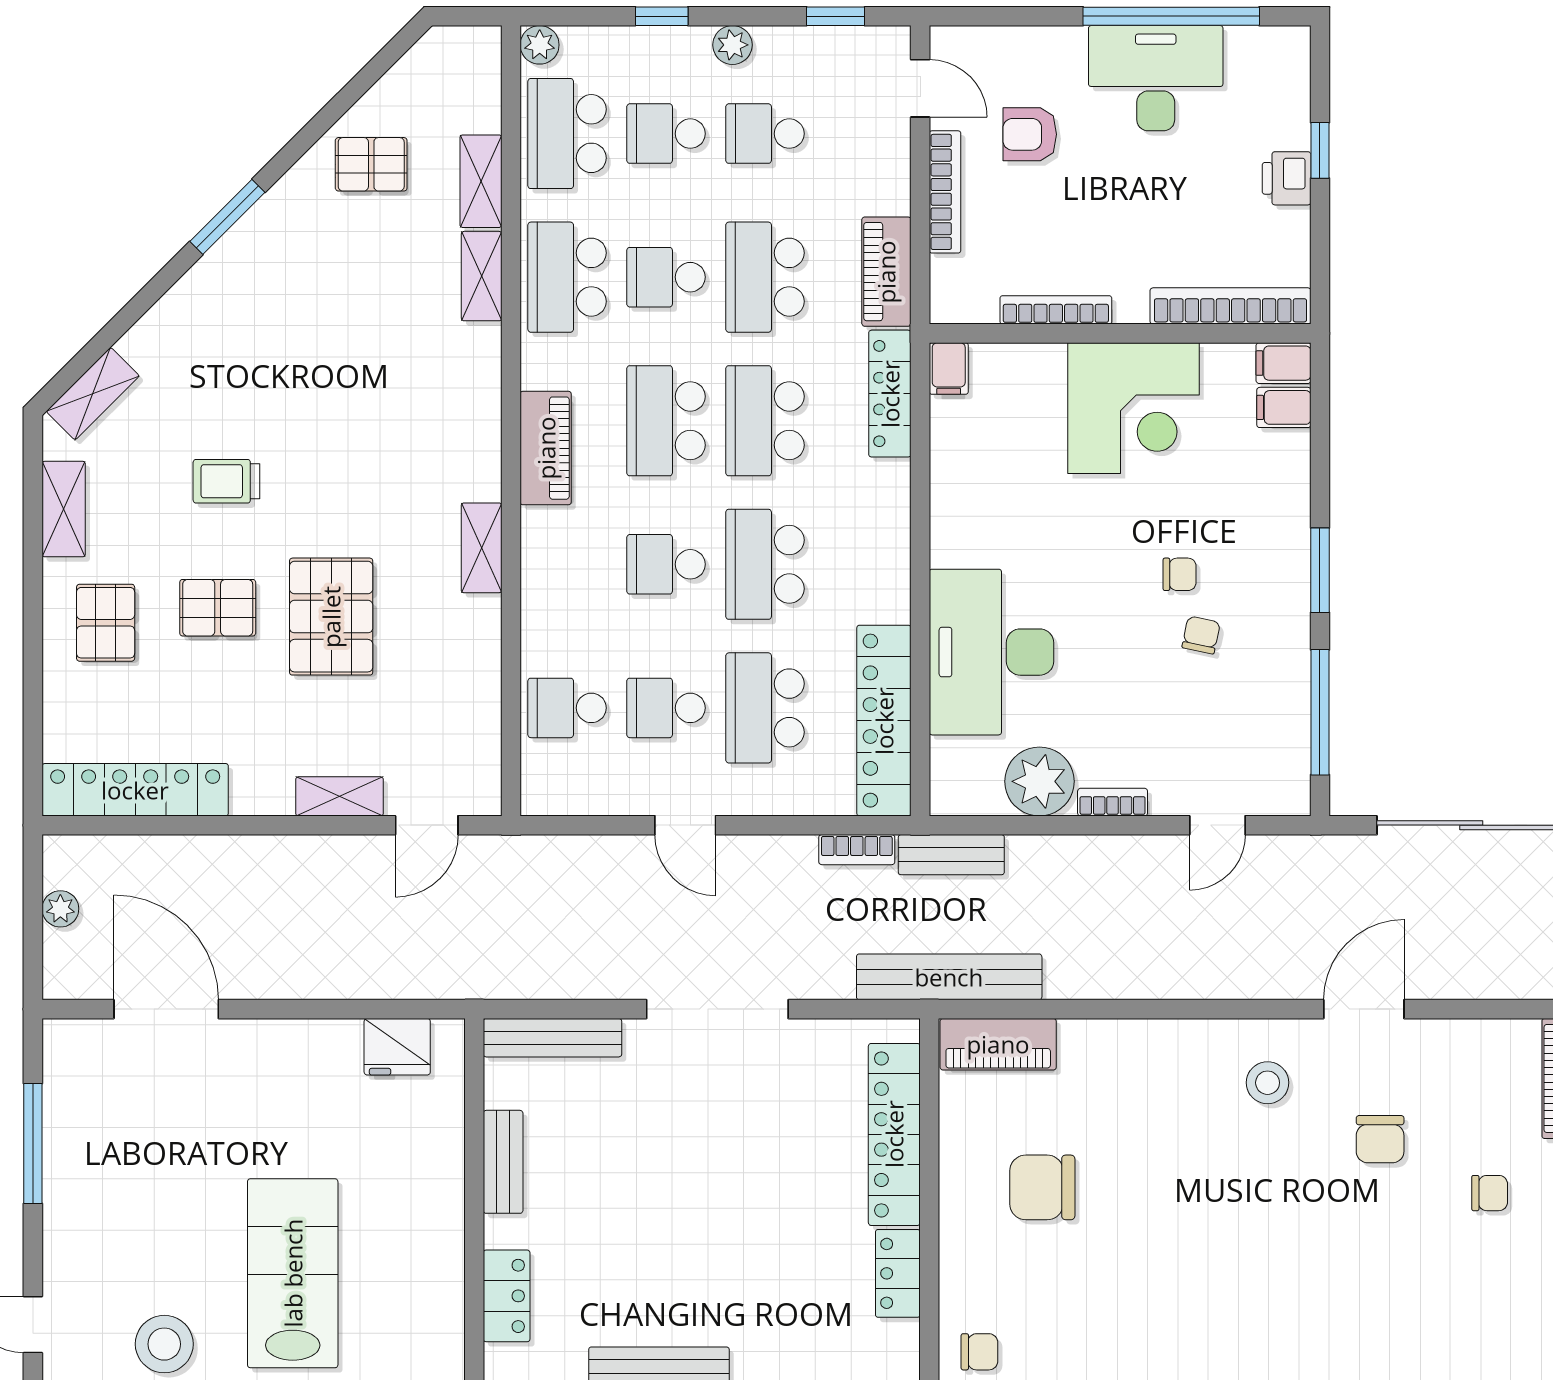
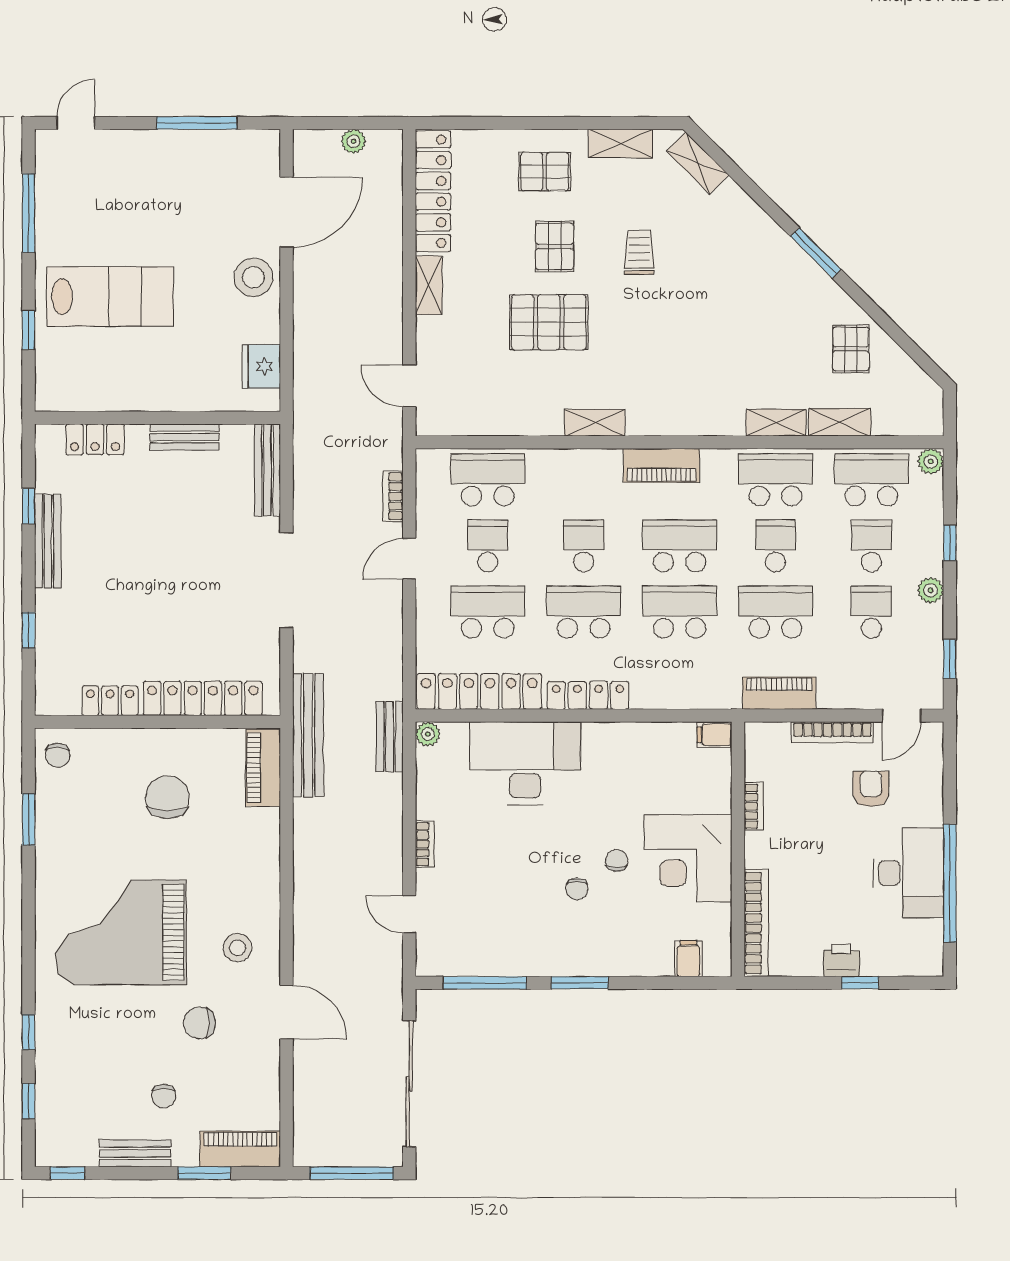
bookcase: (1056, 310) -> (754, 806), width x0.64
filing cabinet: (1283, 363) -> (718, 958), removed
locker: (890, 394) -> (588, 695), moved
chair: (1201, 635) -> (617, 861), moved, turned -102
school desk: (567, 708) -> (488, 480), width x1.85
plant: (1039, 781) -> (428, 734), moved, width x0.53, depth x0.53
shelving: (339, 796) -> (429, 285), moved
bookcase: (857, 850) -> (393, 496), moved
grand piano: (1245, 1257) -> (121, 932), added
stool: (164, 1344) -> (253, 277), moved

